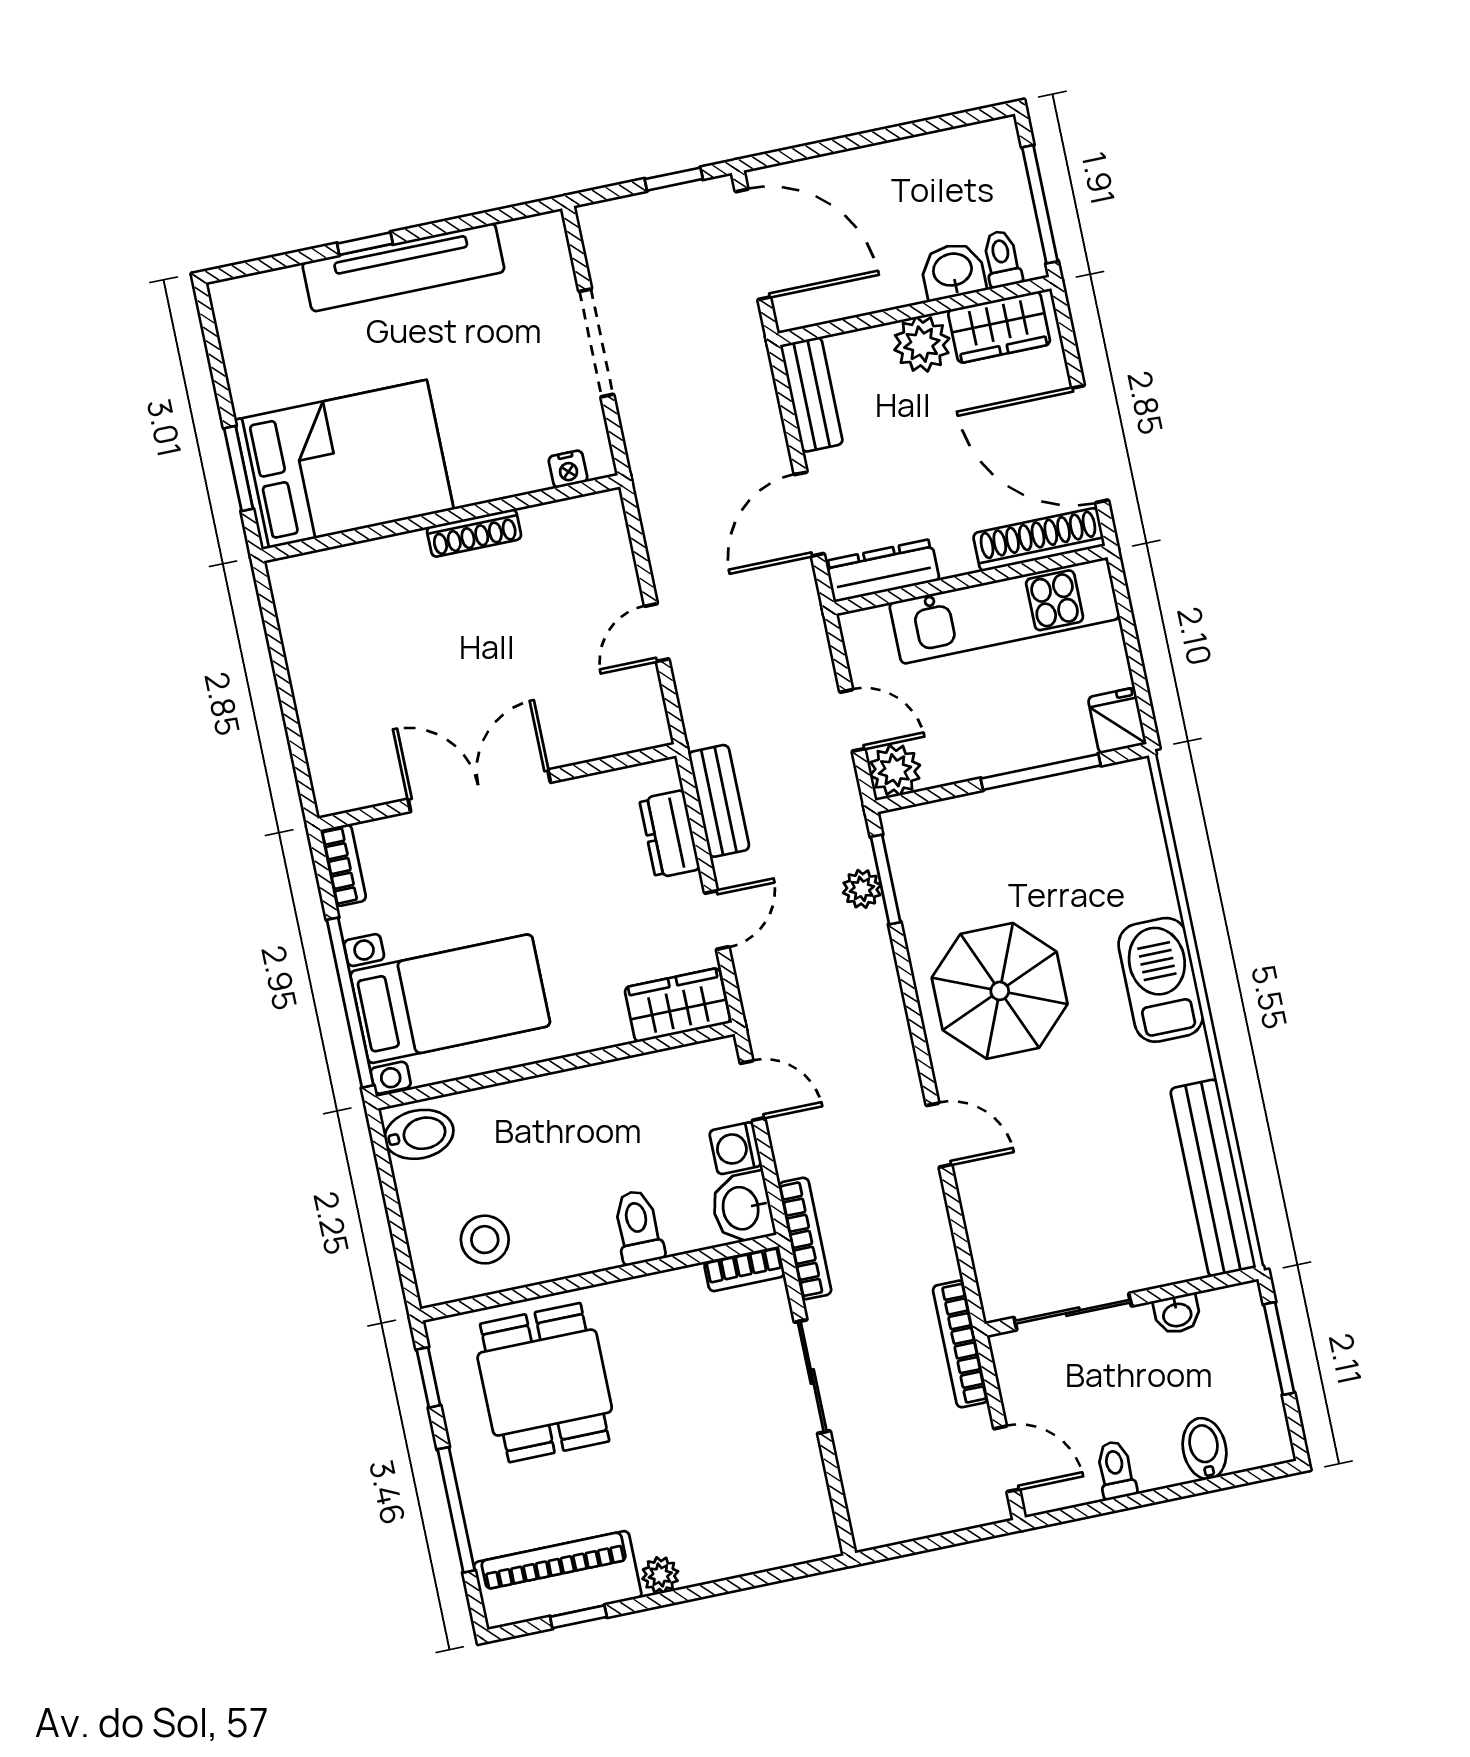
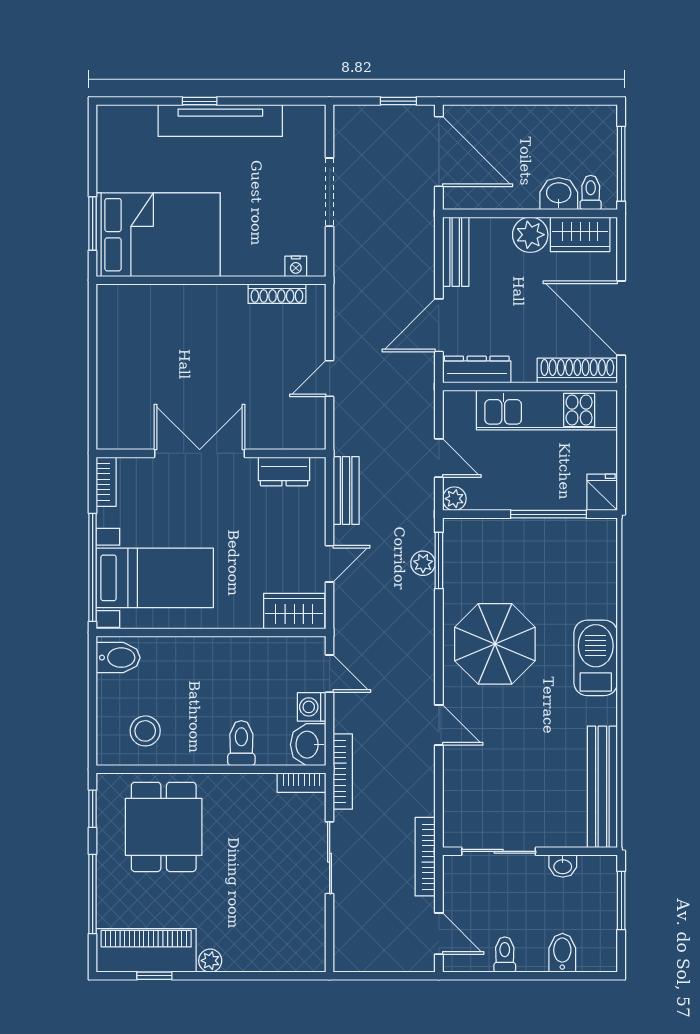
shoe rack: (474, 533) -> (277, 294), moved
plant: (895, 770) -> (454, 499), width x0.73, depth x0.73
dresser: (670, 834) -> (284, 471), moved, turned -90

